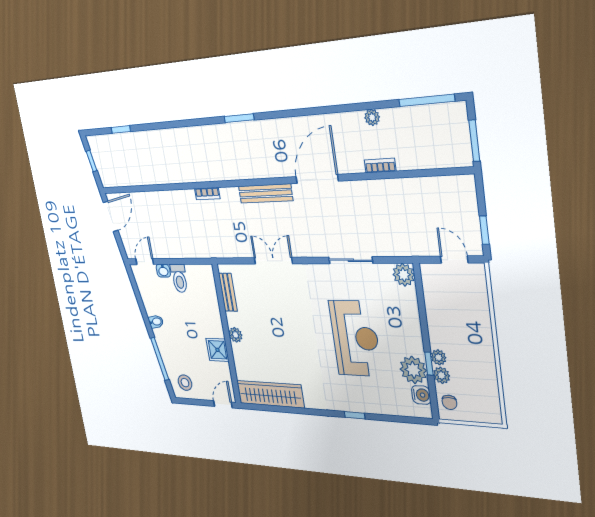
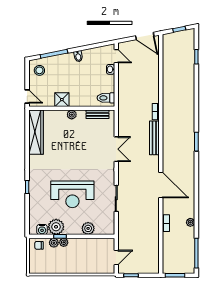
bench: (266, 193) -> (154, 138), moved
plant: (404, 275) -> (88, 228), moved
toilet: (179, 278) -> (106, 98), moved

